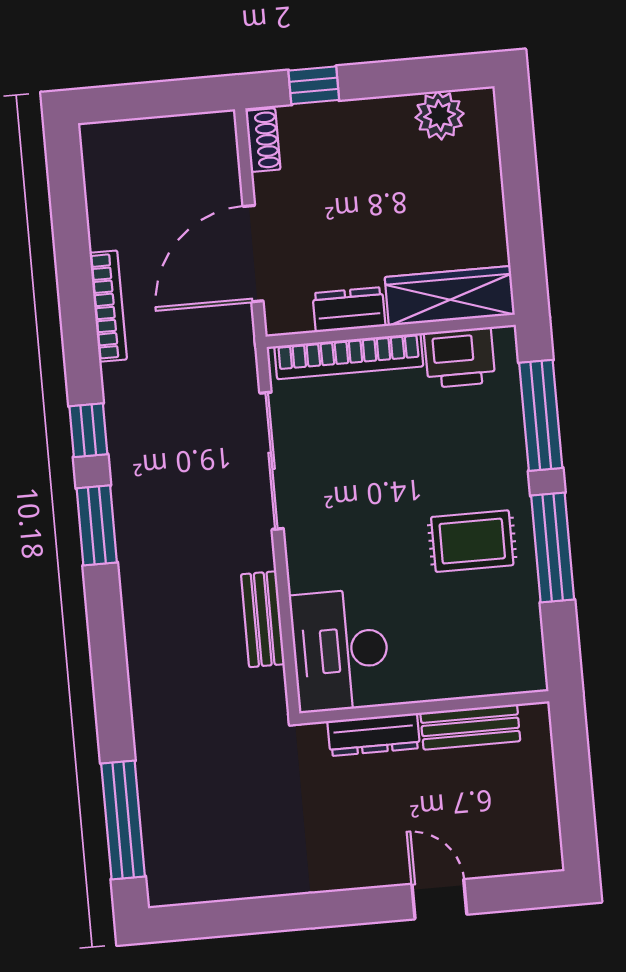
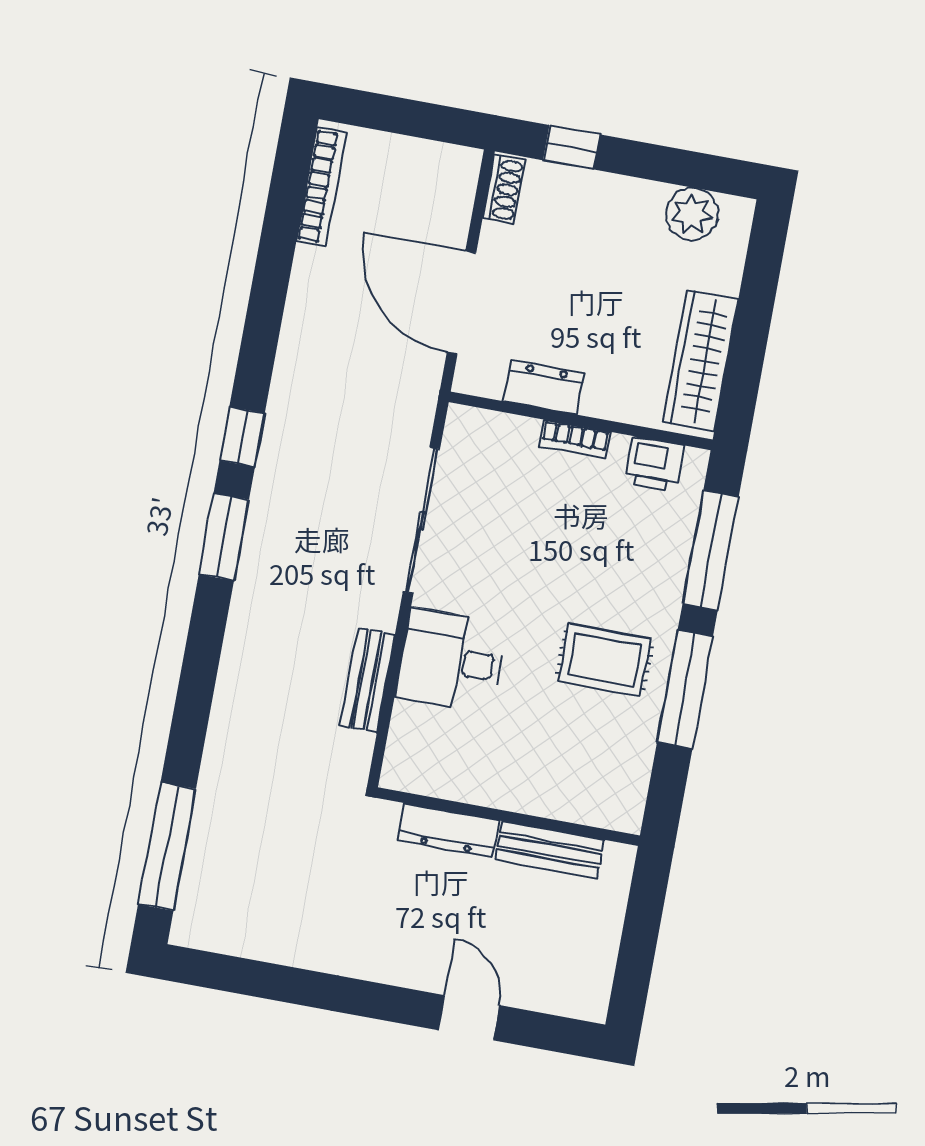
door: (253, 254) -> (461, 303), hinge flipped
wardrobe: (450, 296) -> (701, 361), moved, turned -90
bookcase: (108, 306) -> (321, 187), moved
bookcase: (349, 356) -> (575, 439), width x0.43, depth x0.76
printer: (460, 358) -> (654, 464), width x0.73, depth x0.81
desk: (340, 650) -> (451, 661), moved, width x0.73

